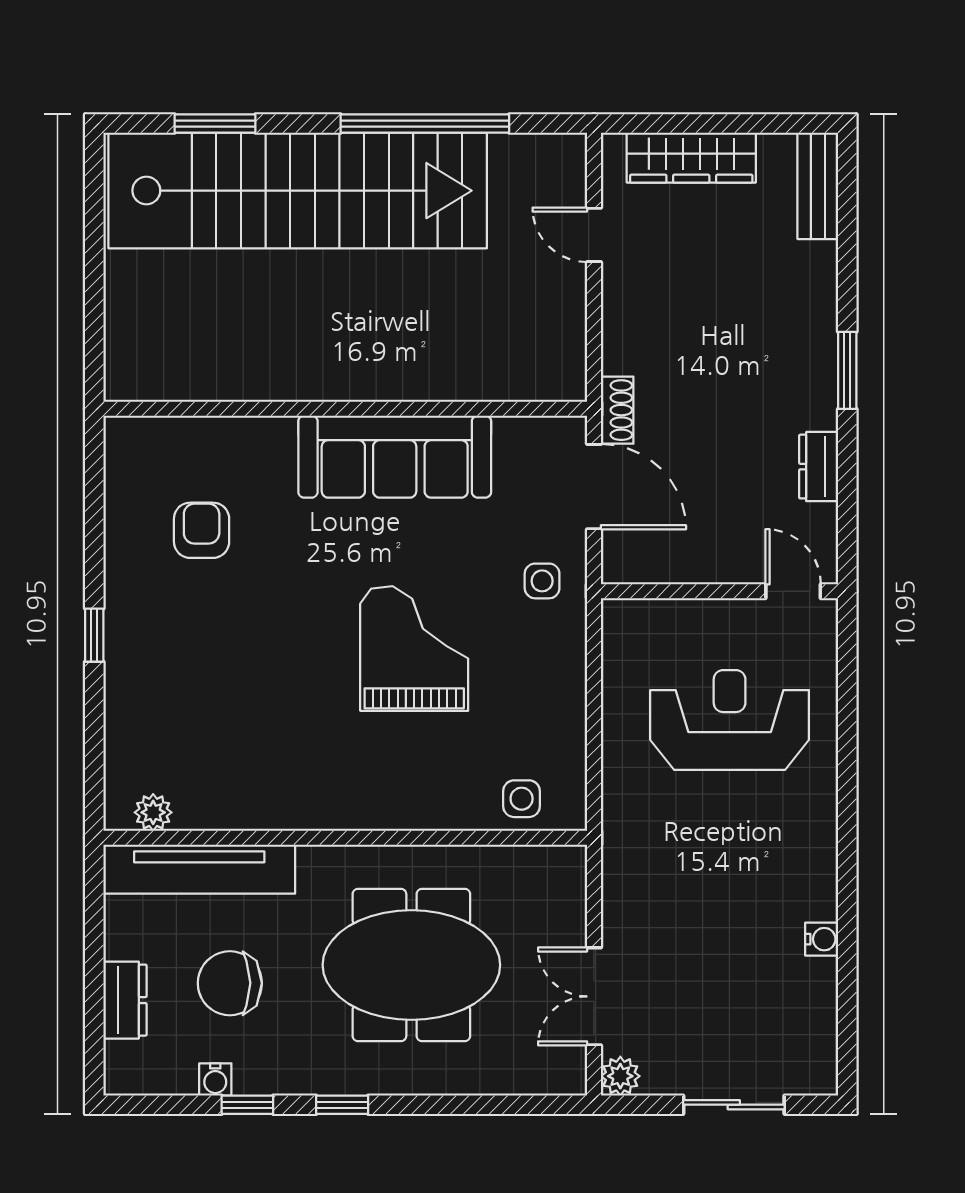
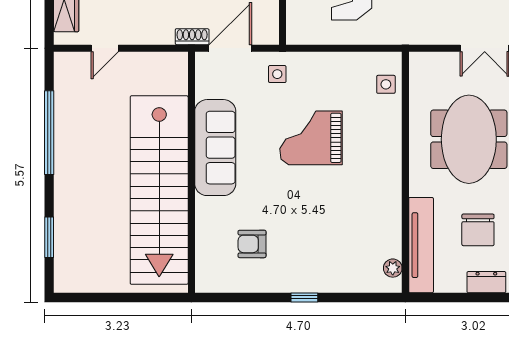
stairs: (298, 191) -> (159, 190), moved, turned 180

